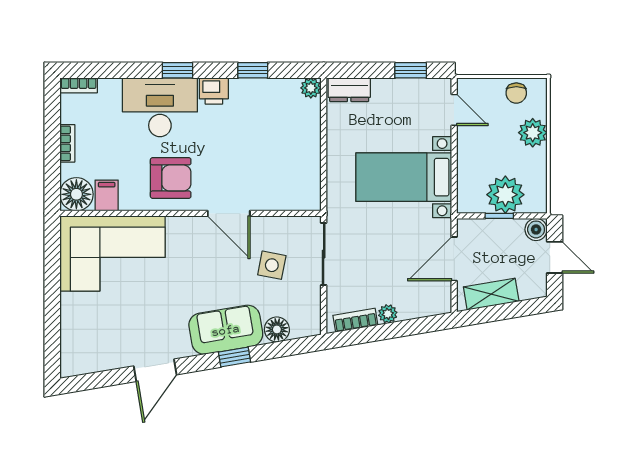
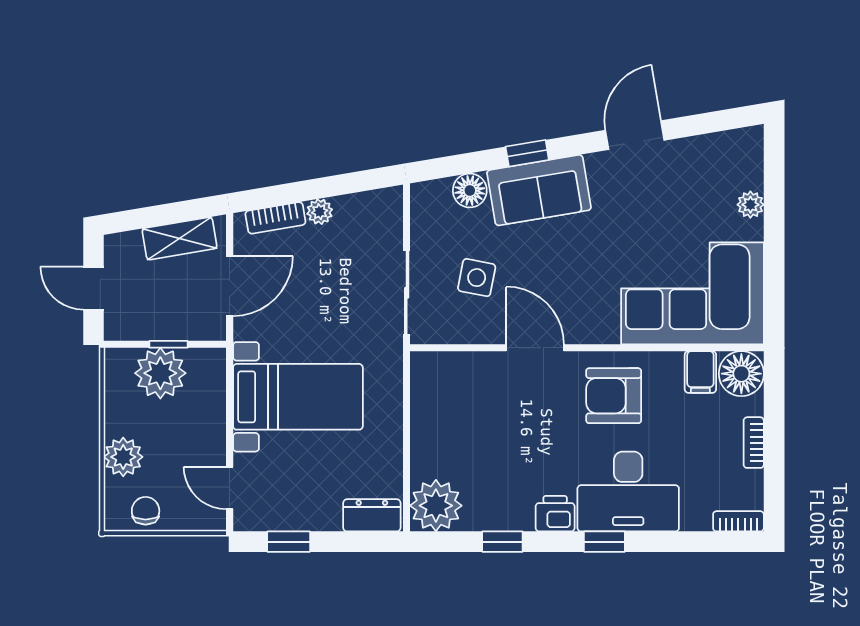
plant: (311, 88) -> (436, 506), width x1.88, depth x1.88
boiler: (536, 229) -> (119, 326), removed
plant: (70, 319) -> (750, 205), added
bookcase: (355, 320) -> (275, 218), moved

